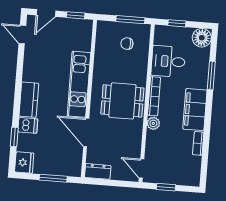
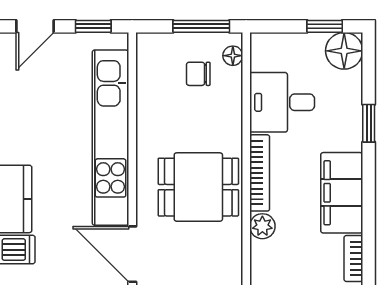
window: (177, 23) -> (325, 26), moved
floor lamp: (145, 36) -> (233, 56), added
window: (211, 75) -> (369, 123), width x0.67
kitchen unit: (79, 84) -> (111, 138), width x1.36

